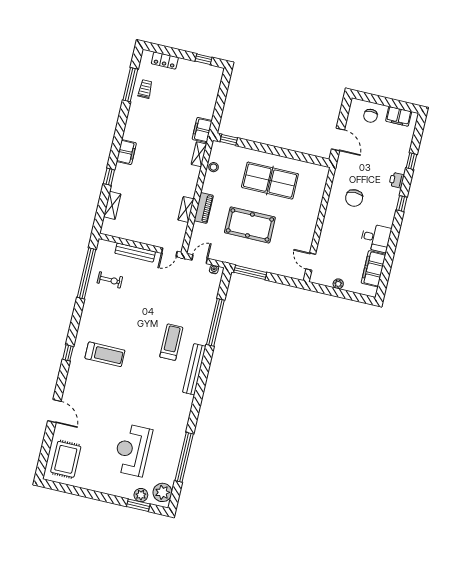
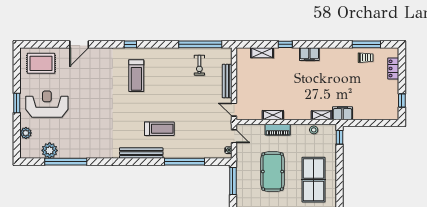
reception desk: (133, 450) -> (47, 104), moved
plant: (162, 492) -> (50, 150), moved
window: (138, 505) -> (17, 103), moved

